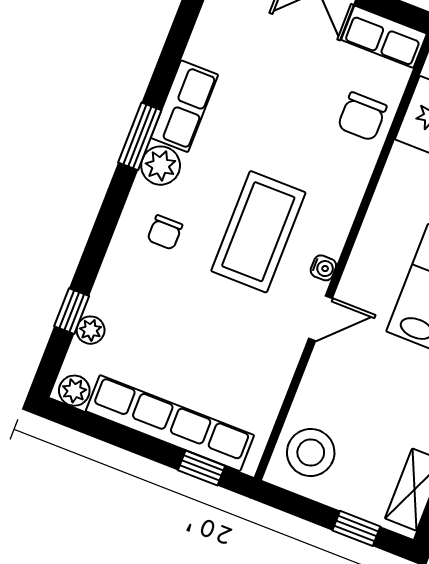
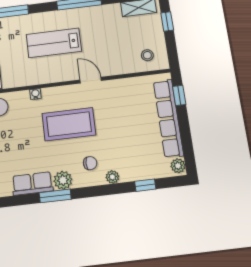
water cooler: (323, 268) -> (35, 94), moved
plant: (91, 330) -> (112, 177), moved
stool: (311, 453) -> (147, 55), width x0.53, depth x0.53

